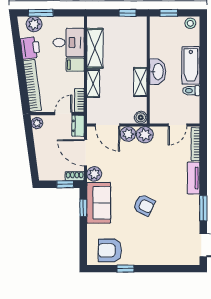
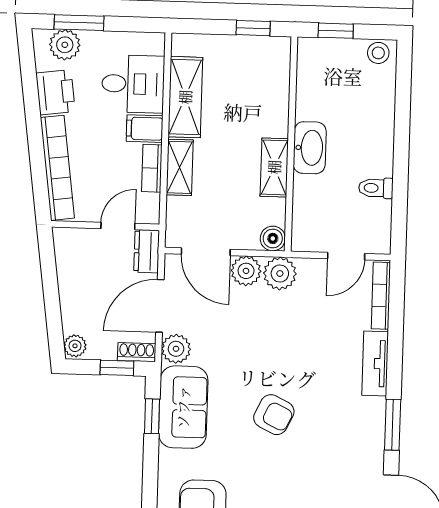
bathtub: (191, 65) -> (377, 137), removed
bookcase: (79, 100) -> (152, 168), moved
plant: (37, 123) -> (75, 346), moved
door: (85, 153) -> (160, 306), hinge flipped

